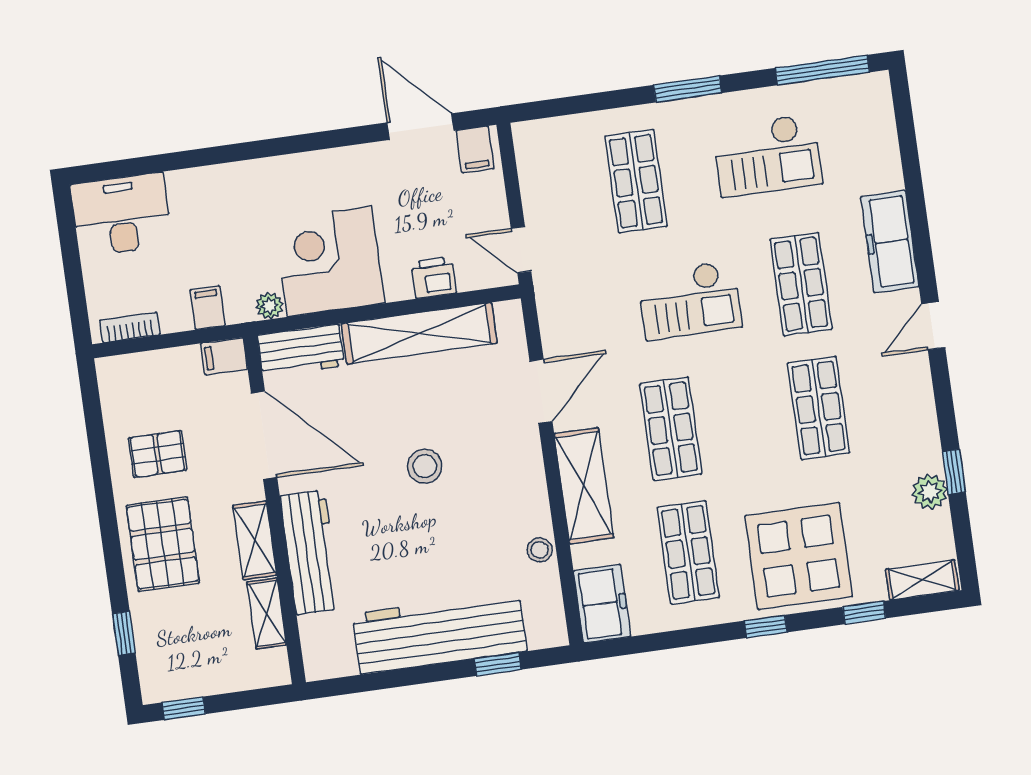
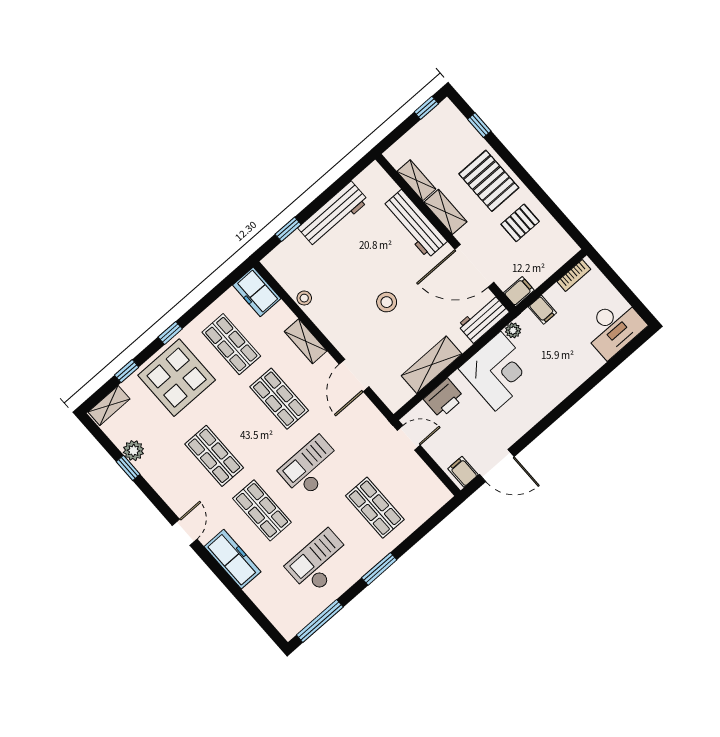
printer: (434, 278) -> (444, 398), width x1.36, depth x1.24
shelving: (419, 333) -> (432, 365), width x0.68
shelving: (584, 486) -> (306, 341), width x0.67, depth x0.75
workbench: (440, 632) -> (333, 214), width x0.73, depth x0.76

